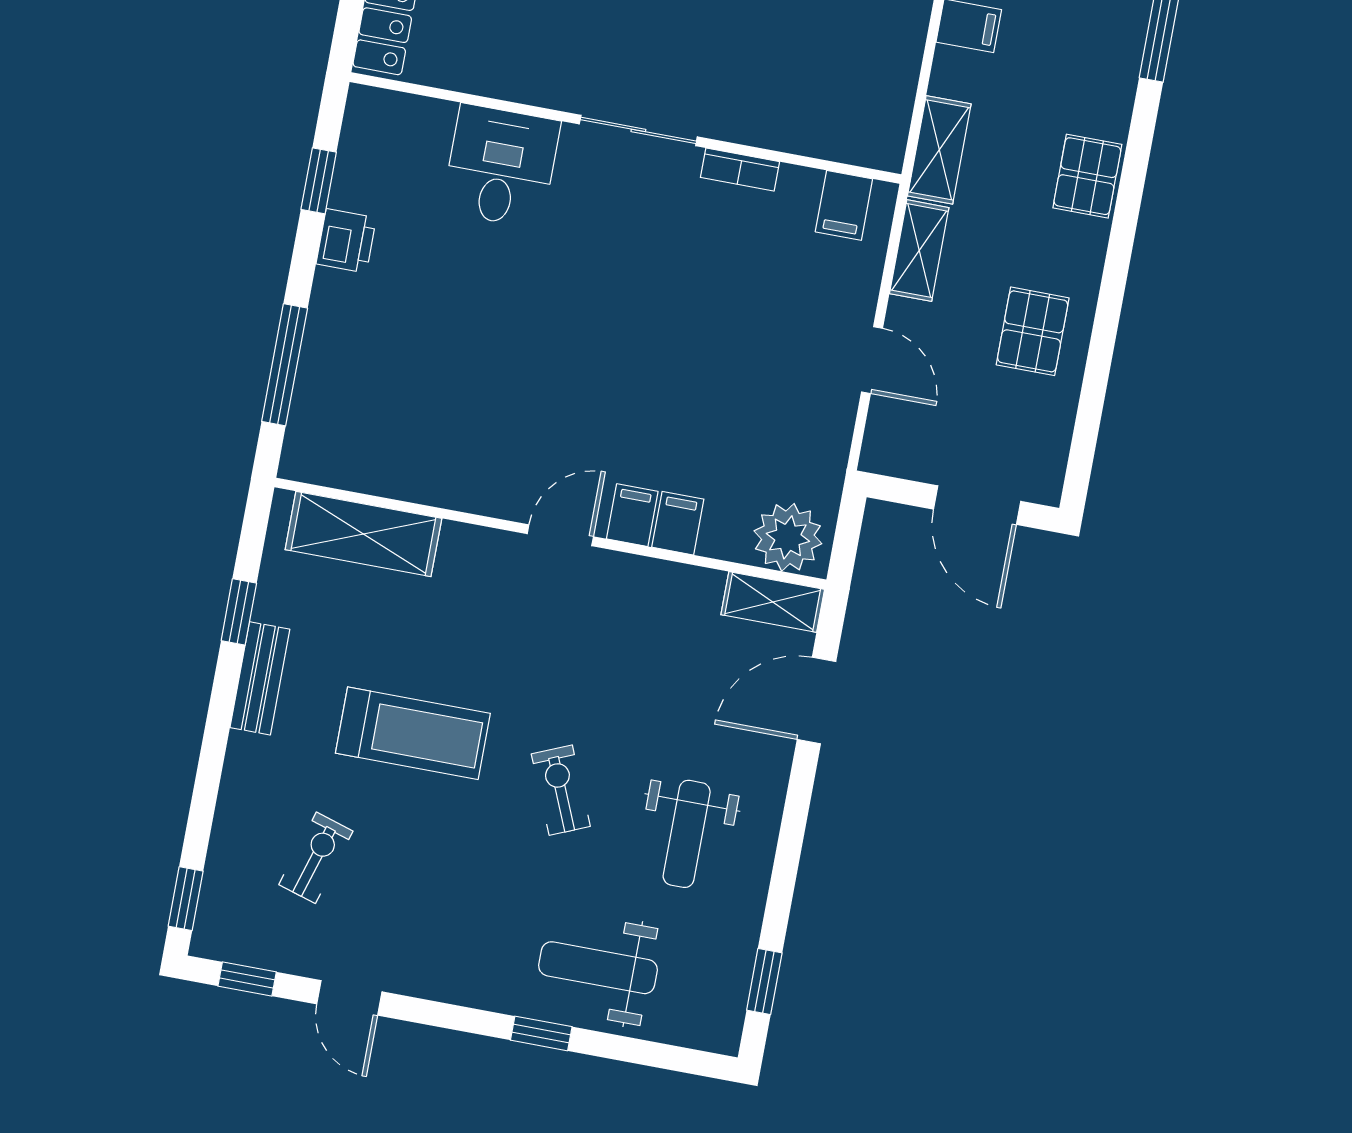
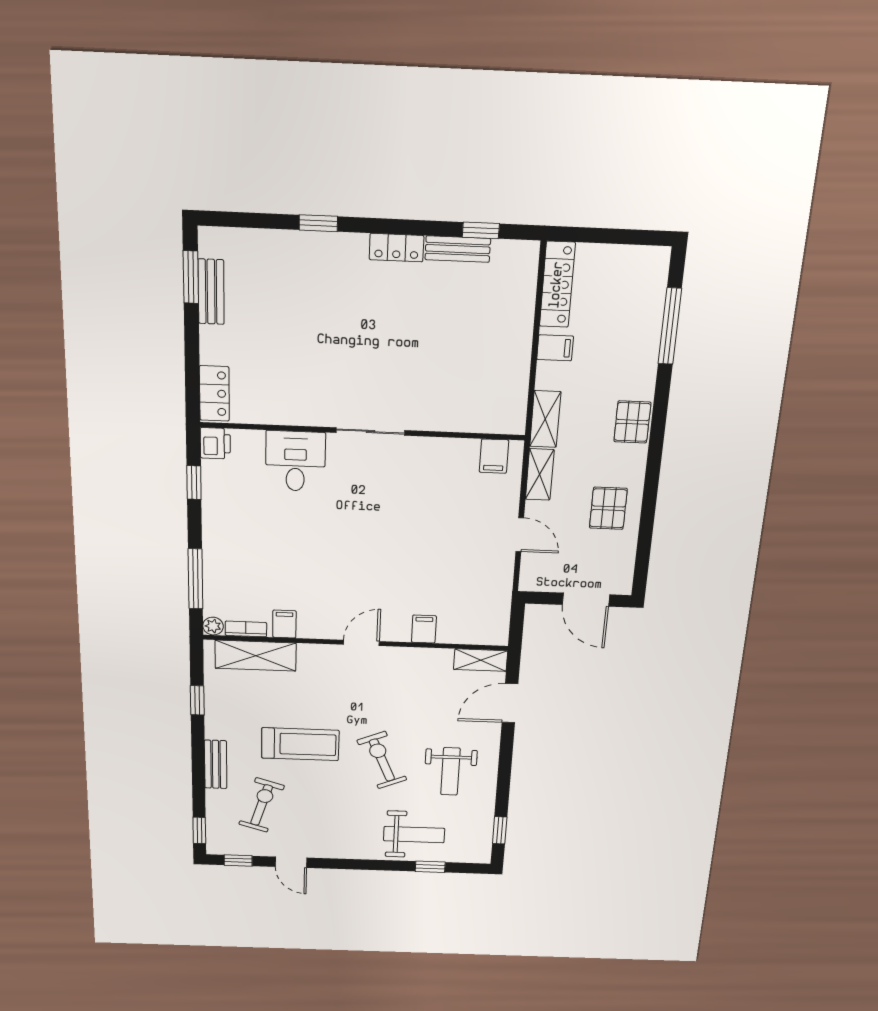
bookcase: (740, 170) -> (246, 629), moved, turned 180
printer: (346, 241) -> (215, 443), moved
filing cabinet: (632, 515) -> (284, 624), moved
plant: (788, 537) -> (213, 626), moved, width x0.53, depth x0.53
bench: (260, 678) -> (216, 764), moved
exercise bike: (561, 790) -> (382, 760), width x1.38, depth x1.39
exercise bike: (316, 858) -> (262, 805), width x1.38, depth x1.39
weight bench: (598, 968) -> (414, 835), turned 180
window: (541, 1033) -> (430, 867), moved

